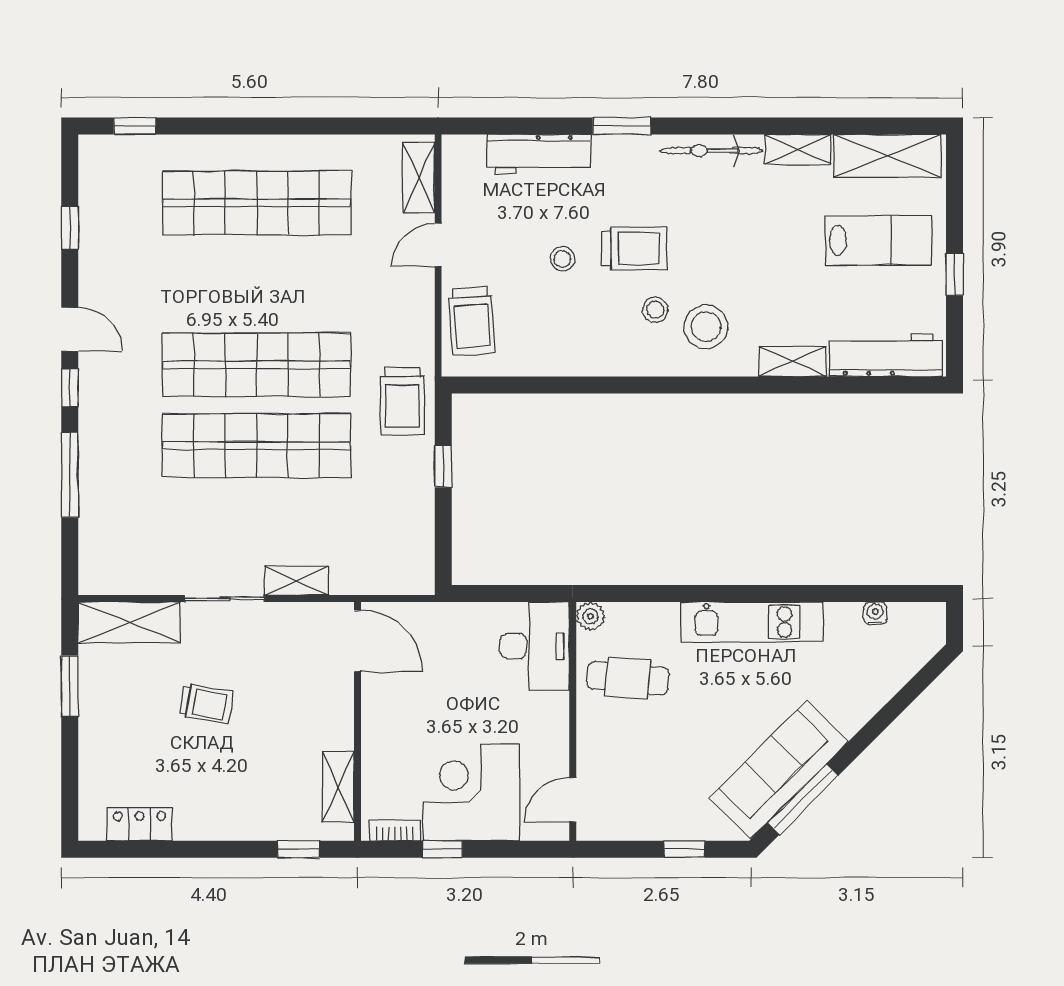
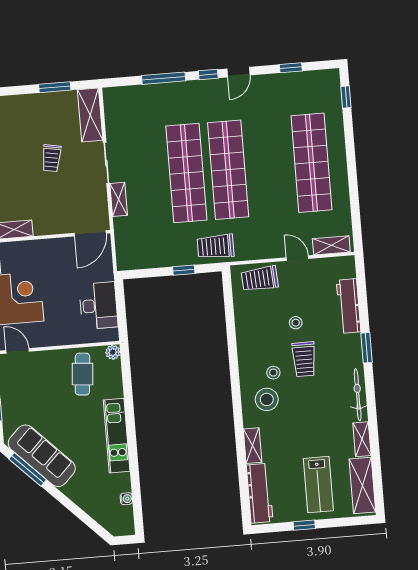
desk: (535, 646) -> (98, 306), moved, turned -90

